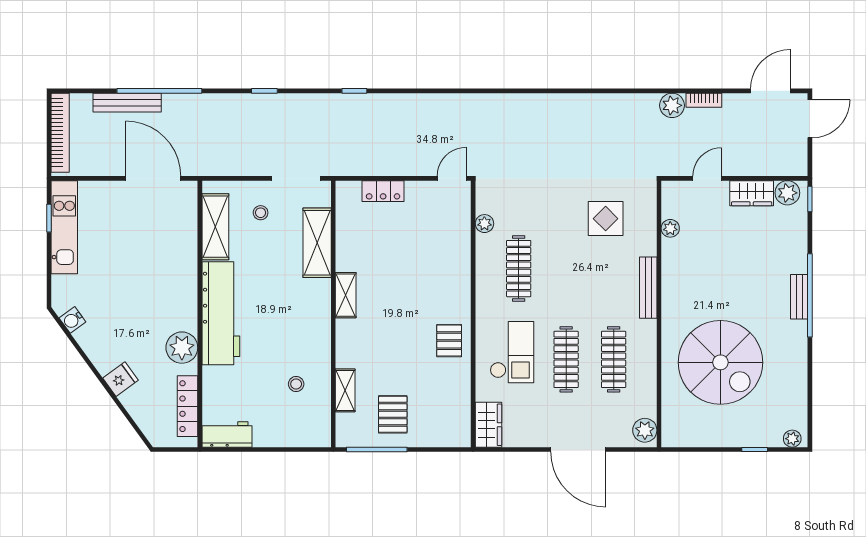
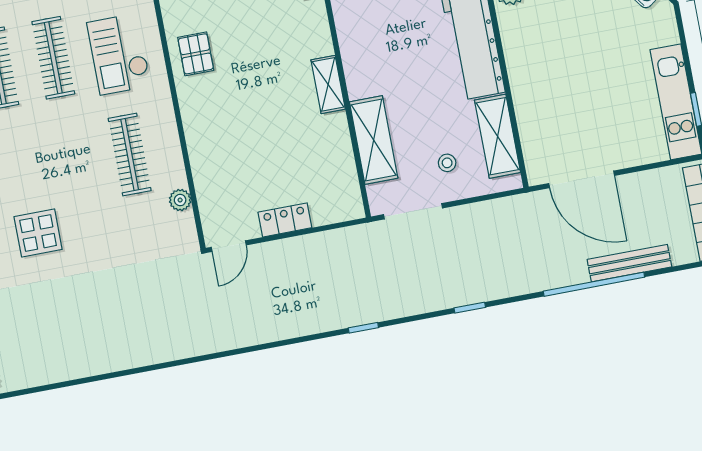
locker: (383, 191) -> (285, 220), moved

